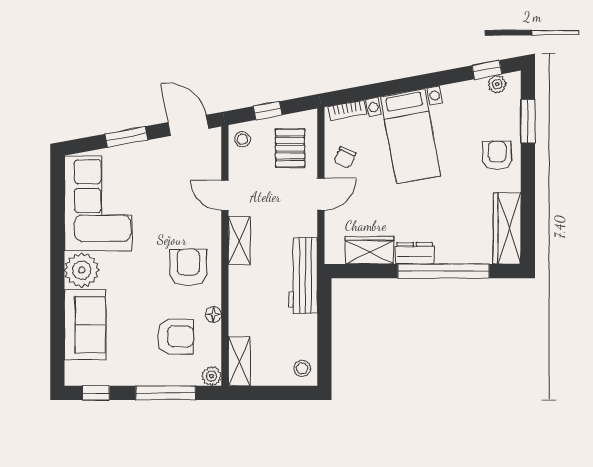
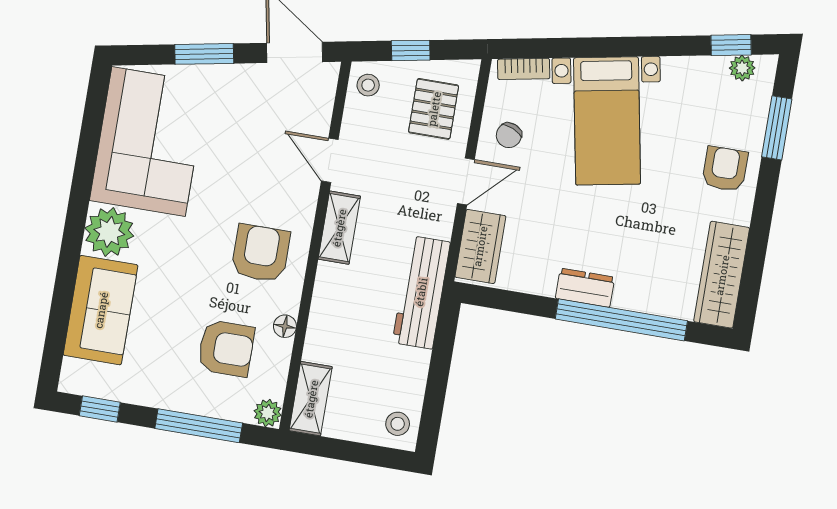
wardrobe: (370, 250) -> (480, 246), moved, turned 90

